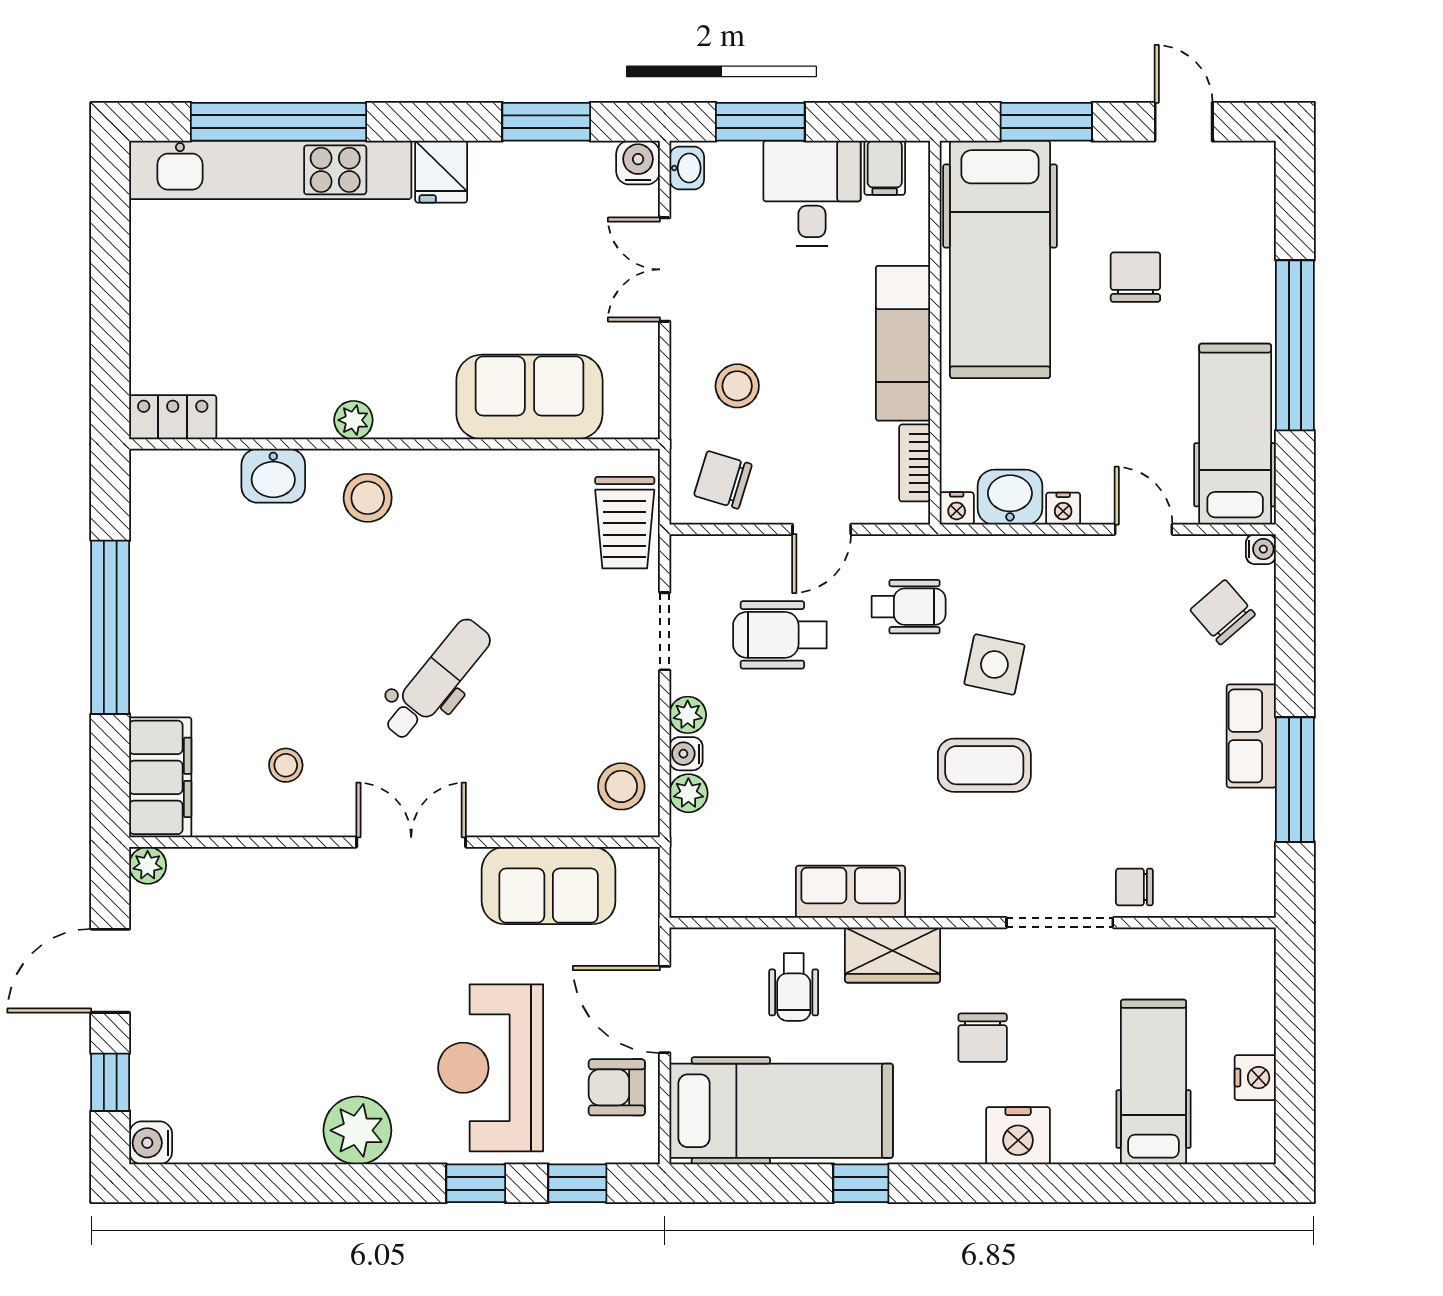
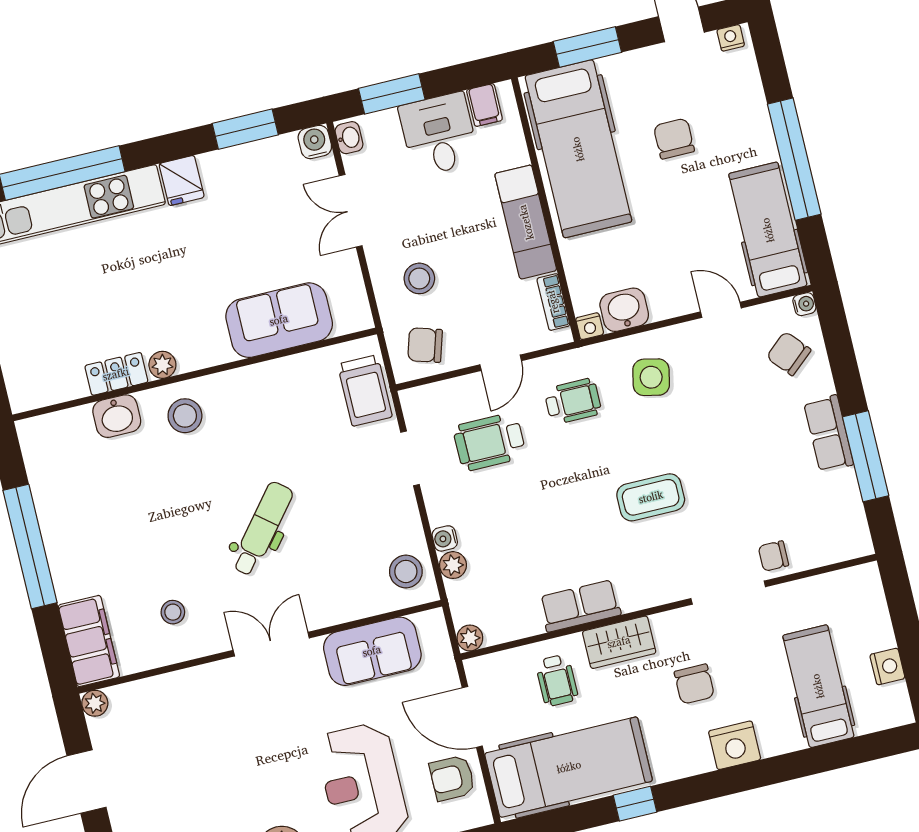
locker: (173, 417) -> (116, 374), moved
nightstand: (1063, 509) -> (731, 38), moved, turned 180
side table: (994, 665) -> (651, 377), moved
plant: (688, 715) -> (470, 638), moved

